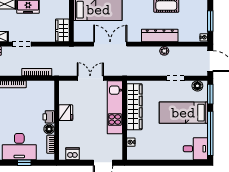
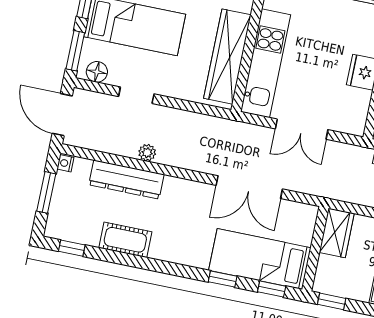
dresser: (160, 35) -> (126, 180), moved

